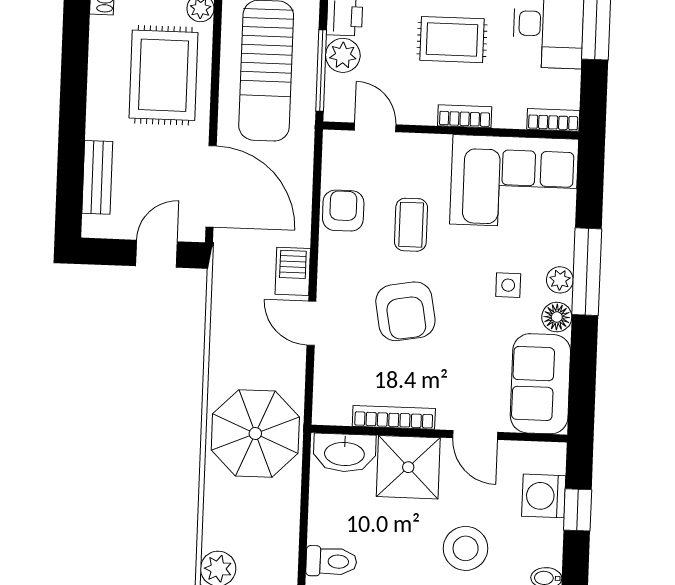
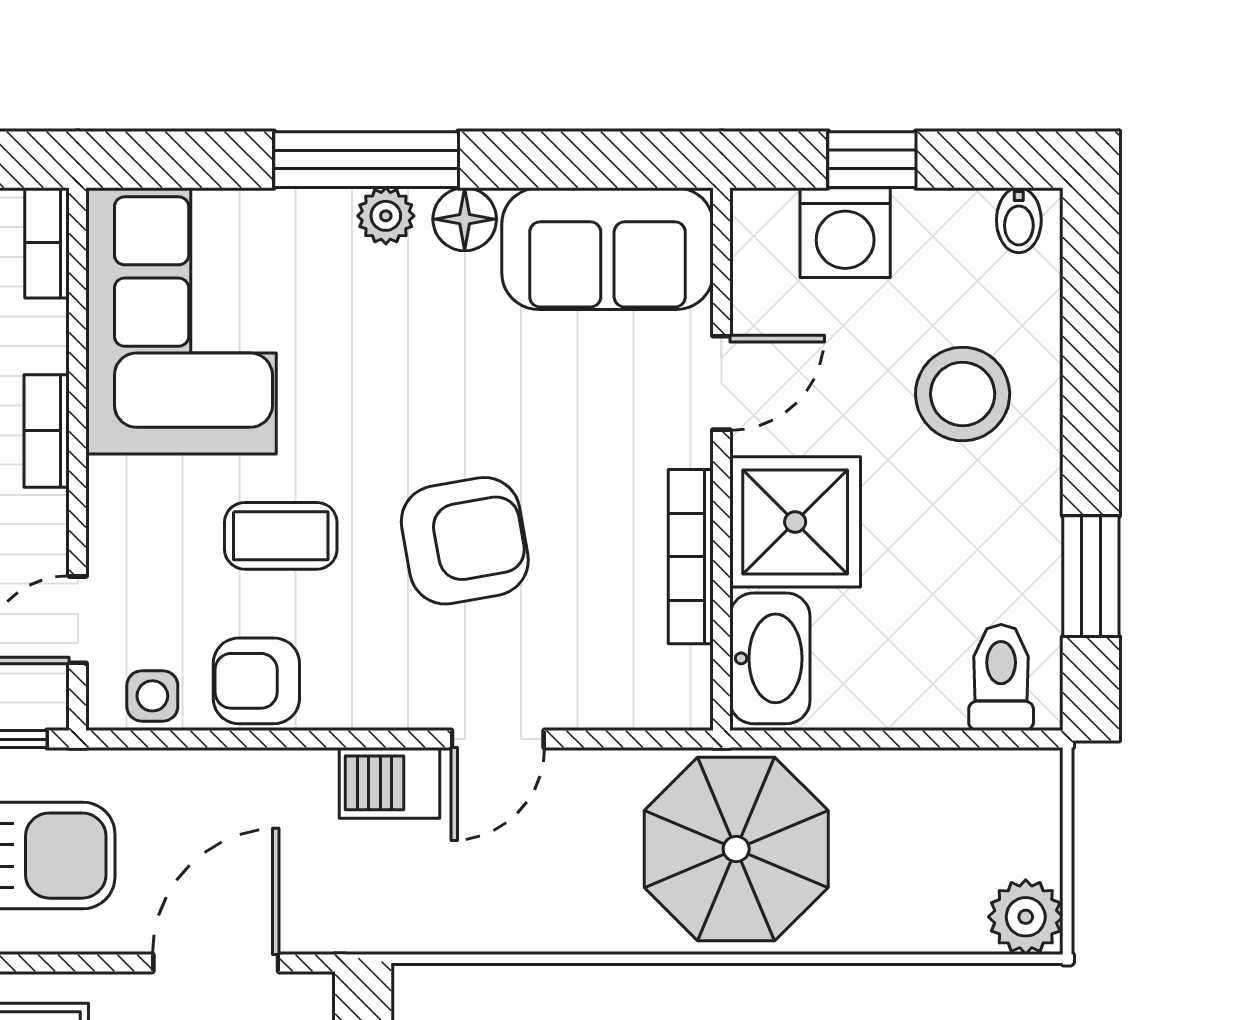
door: (211, 186) -> (216, 963), width x0.73
side table: (508, 285) -> (152, 696), moved

